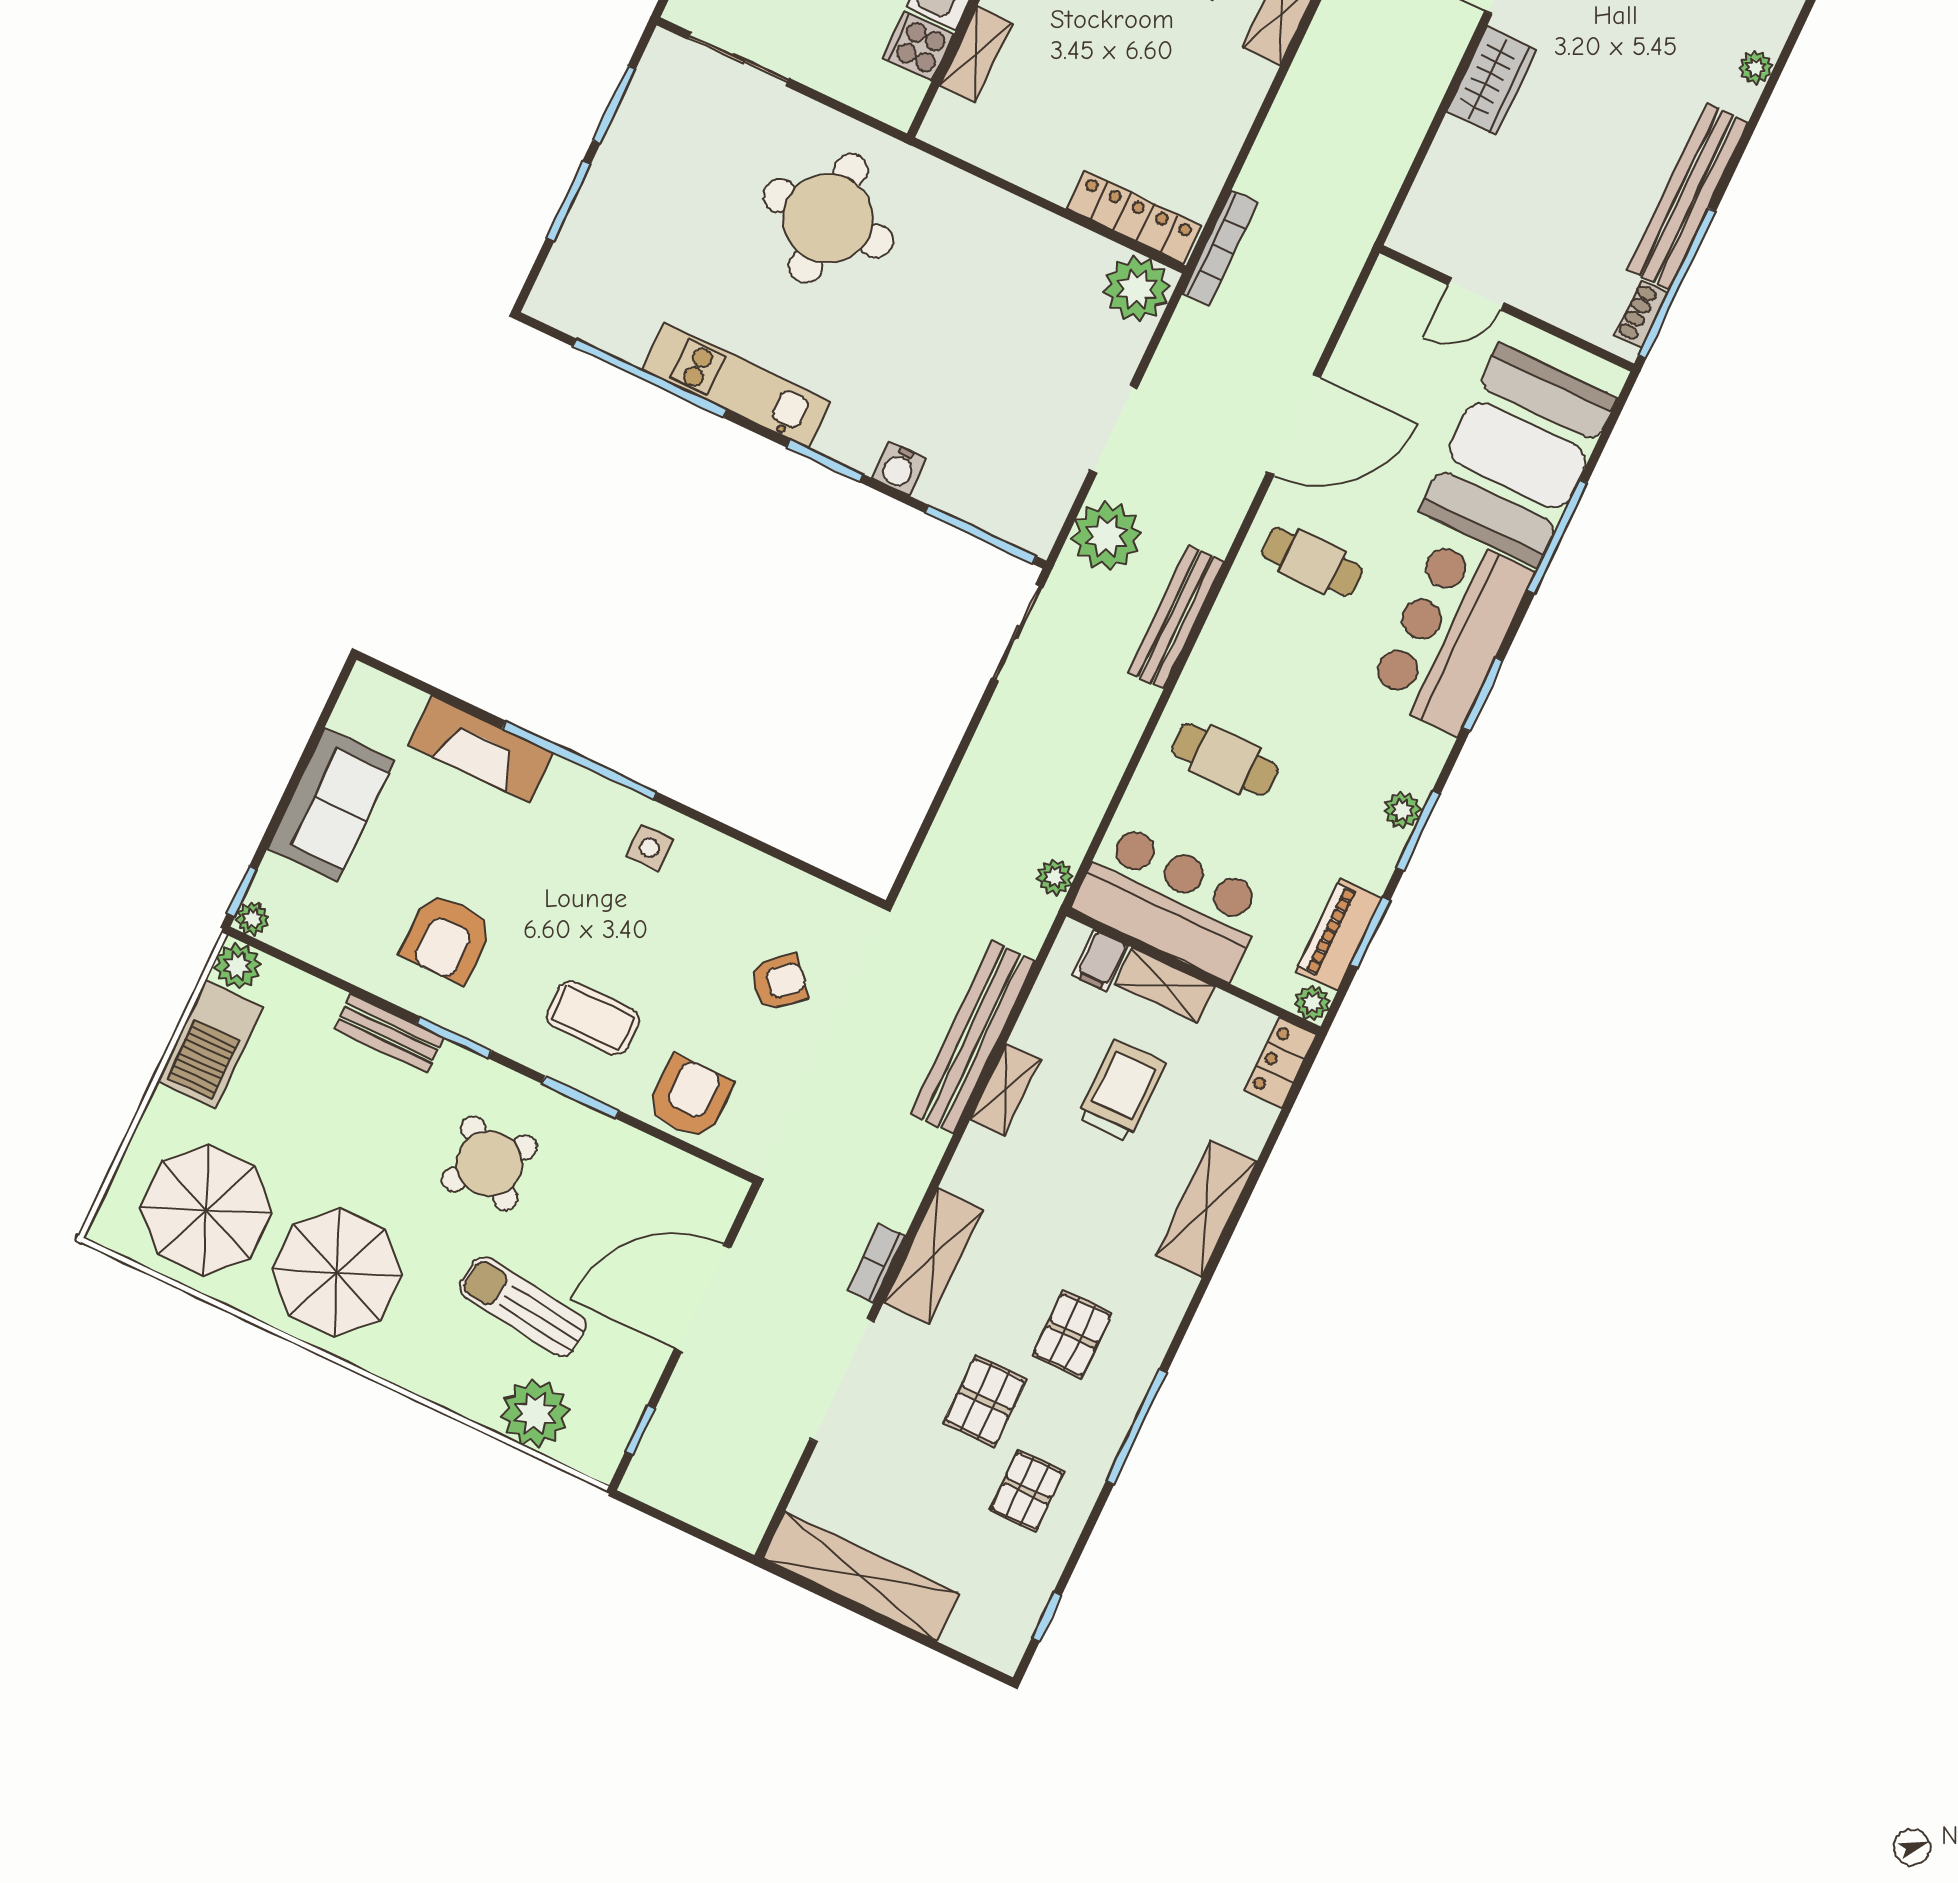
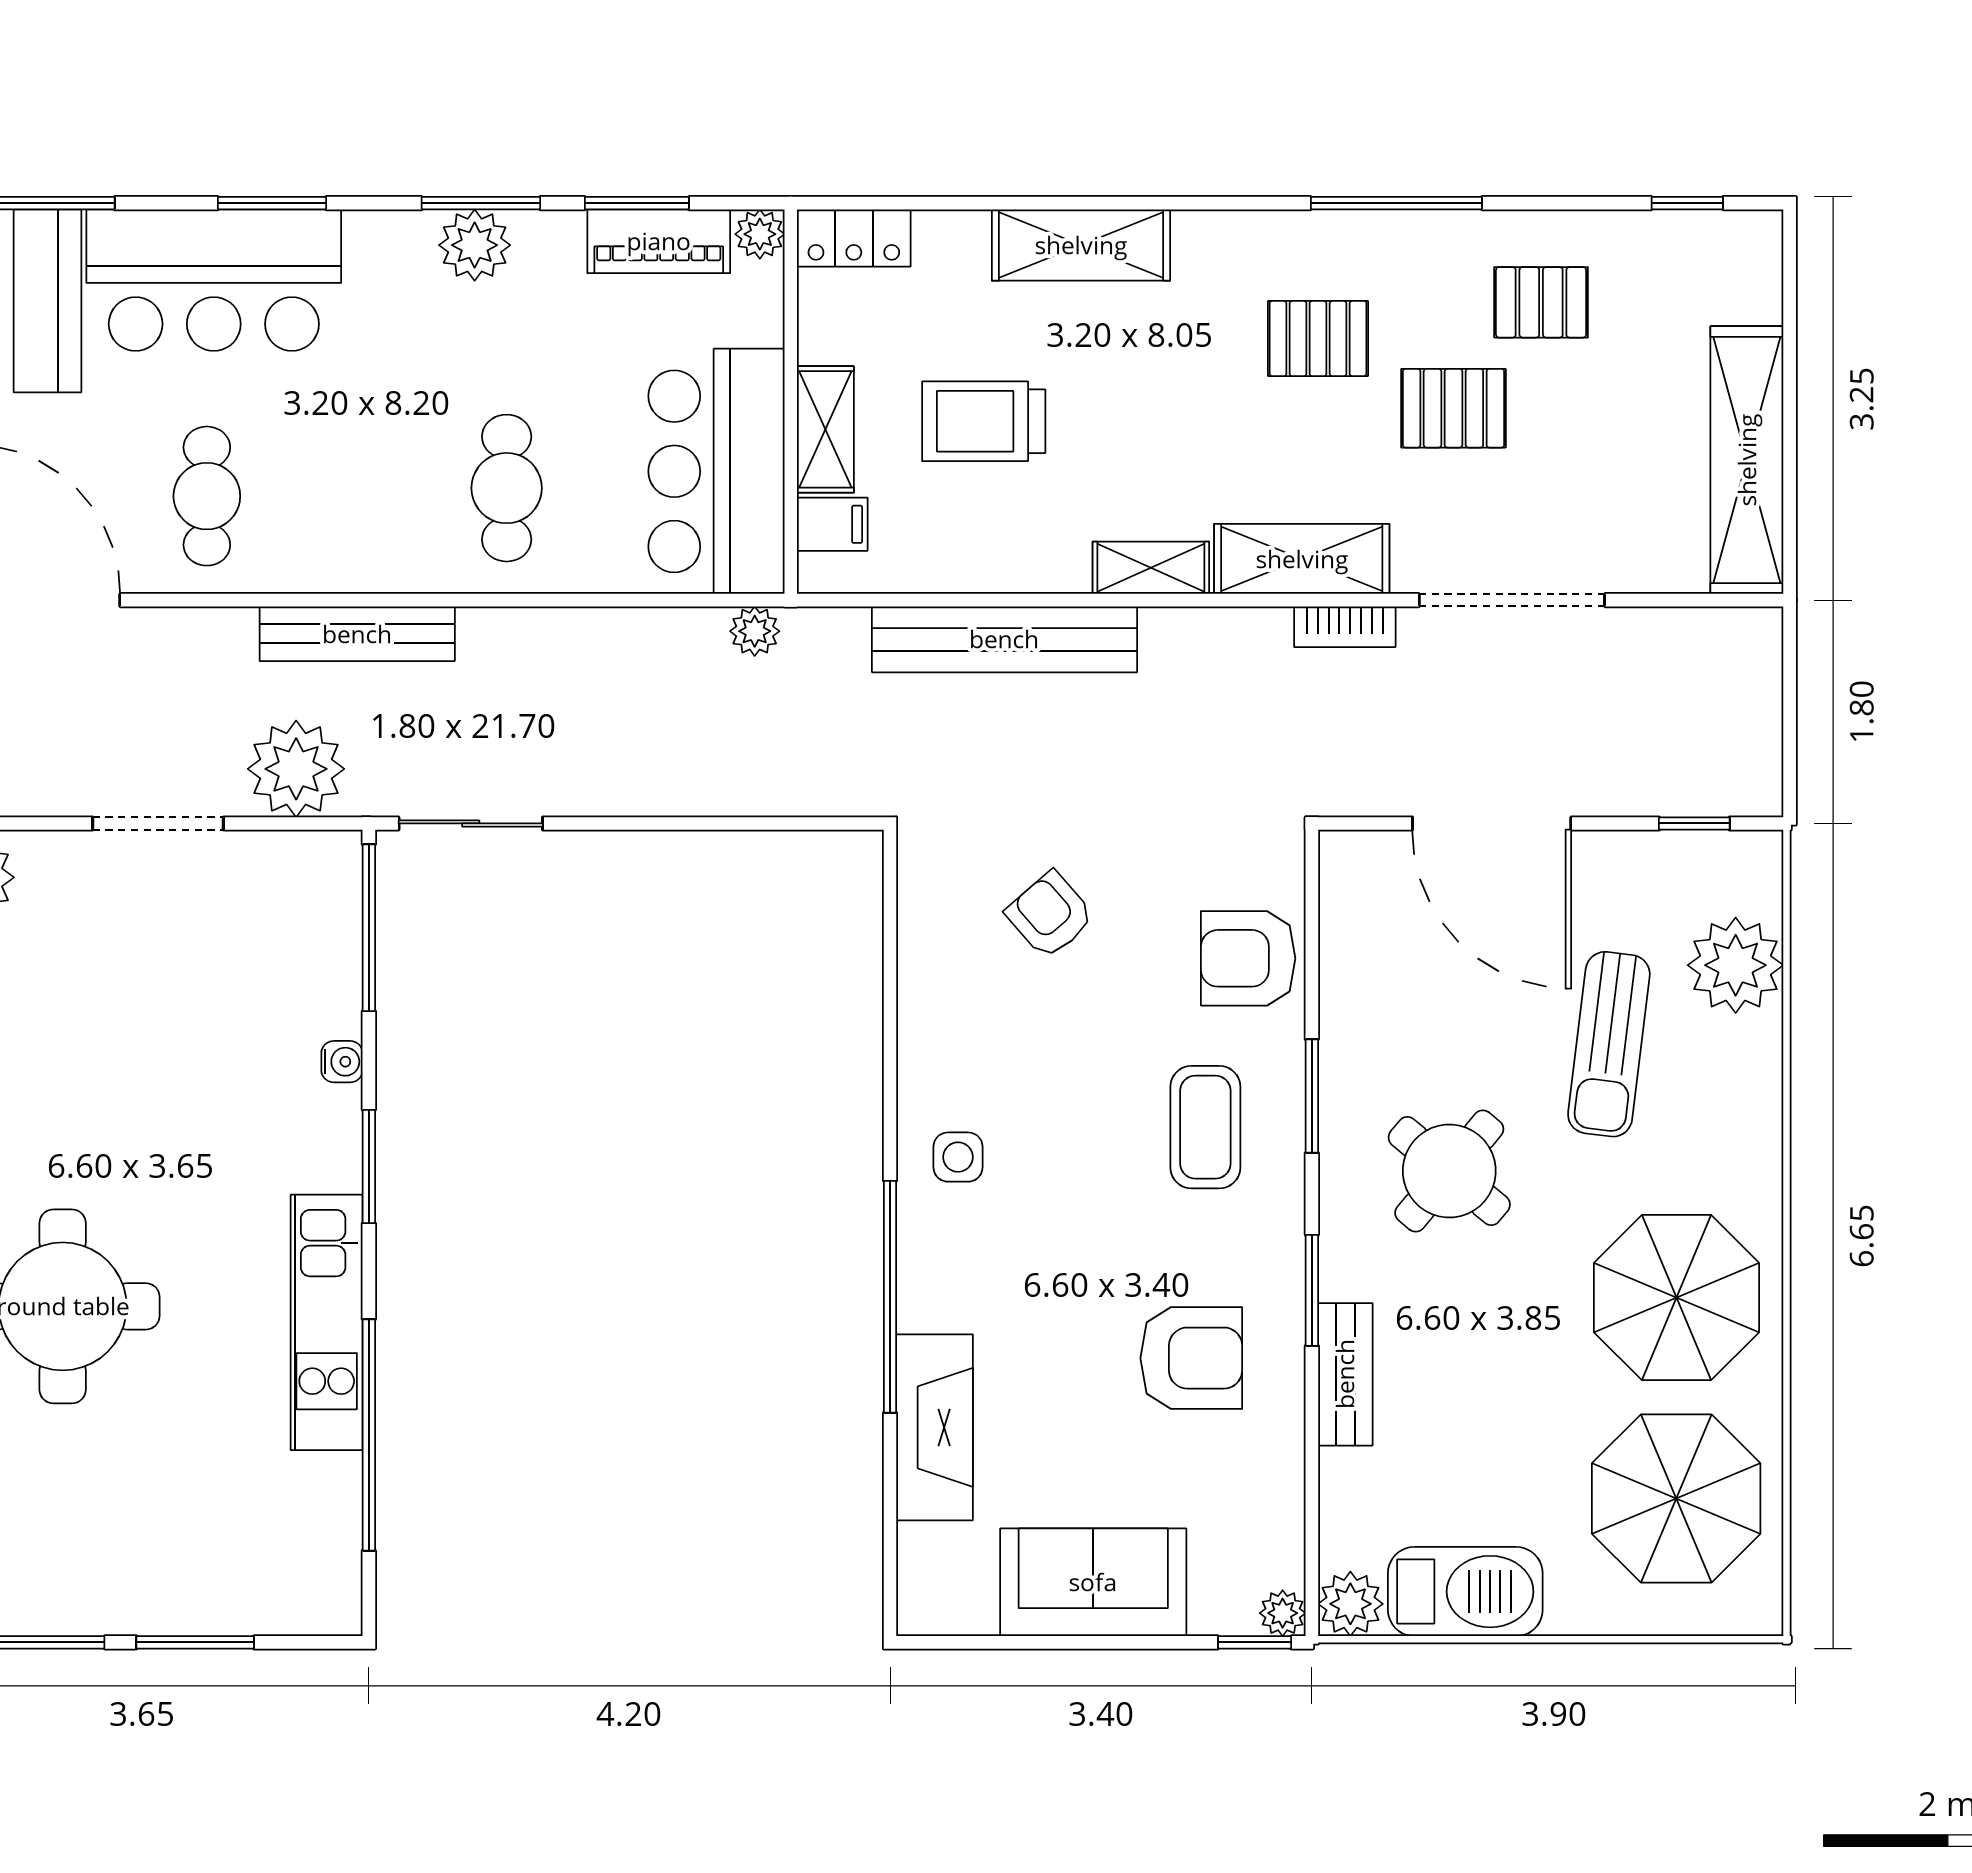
water cooler: (899, 468) -> (342, 1062), width x0.72, depth x0.72
plant: (1402, 810) -> (475, 245), width x1.38, depth x1.38
shelving: (1005, 1089) -> (1151, 568), moved

